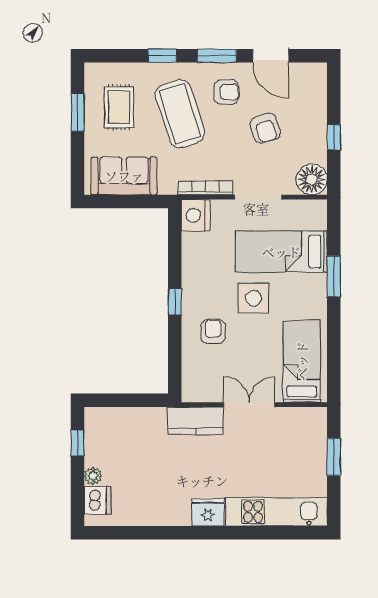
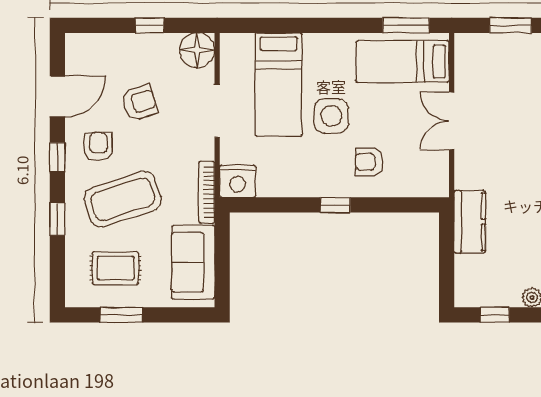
window: (217, 56) -> (57, 157), width x0.67
bookcase: (205, 188) -> (207, 192), moved
window: (334, 276) -> (406, 25), moved
kitchen counter: (196, 421) -> (470, 222), moved

